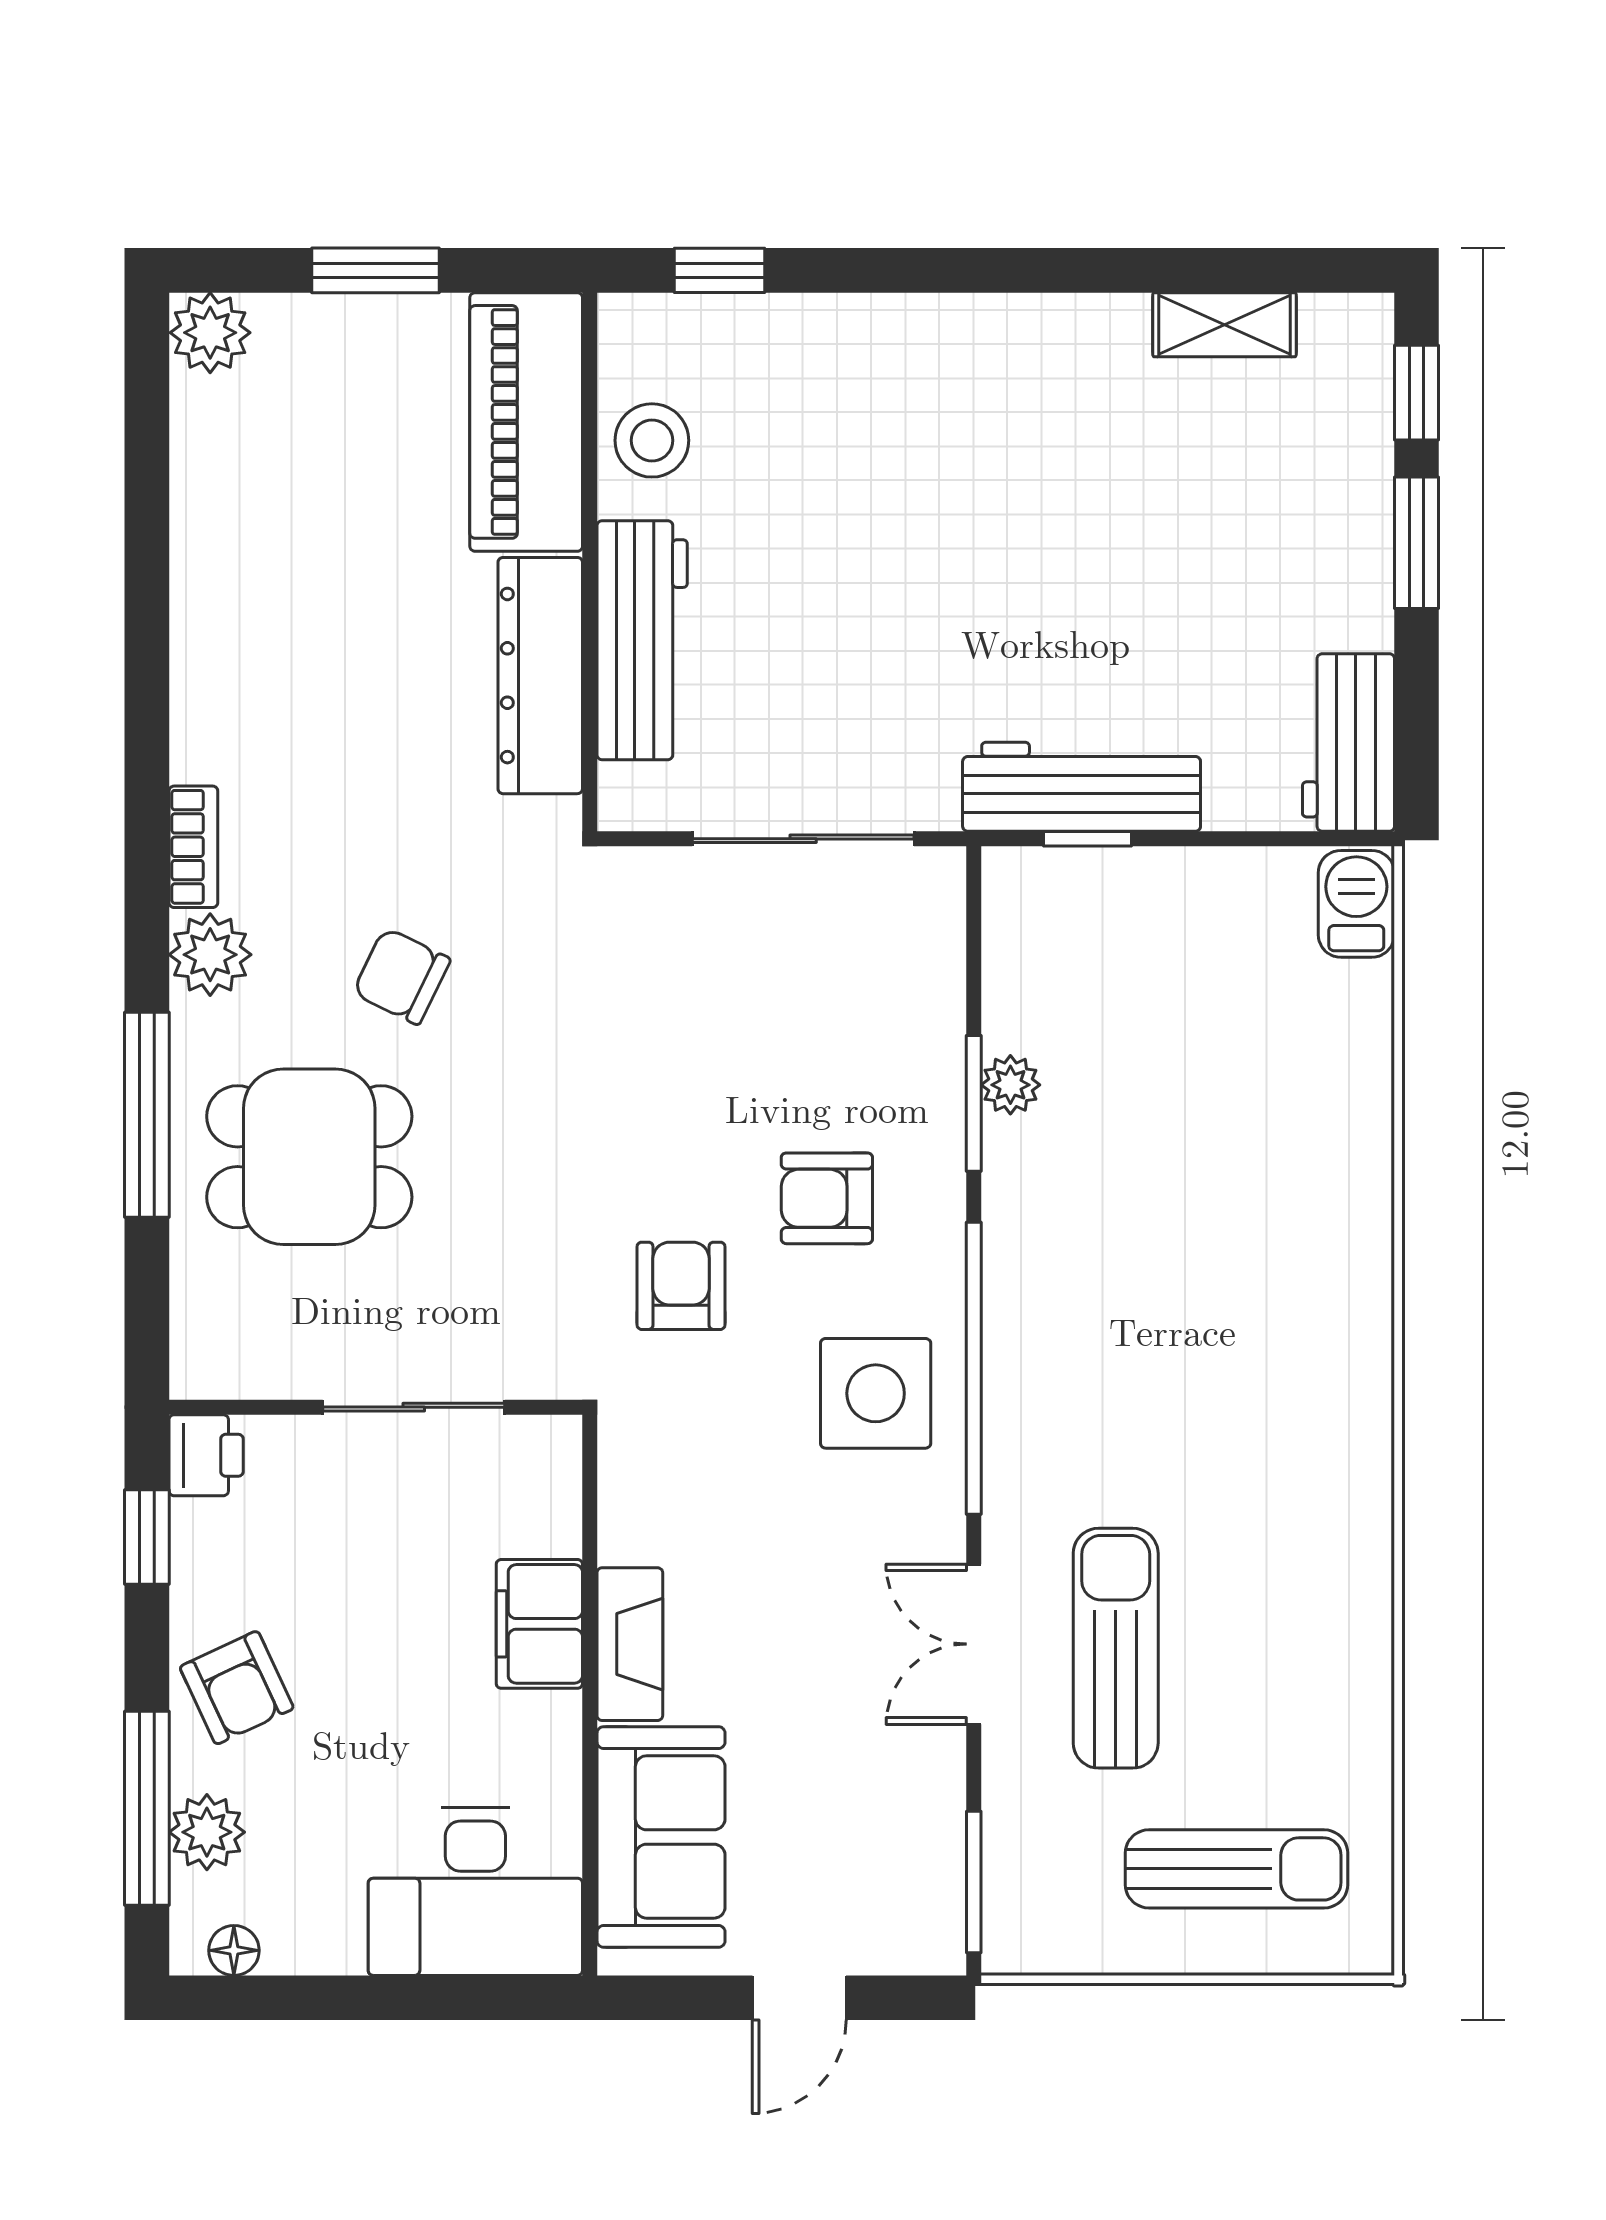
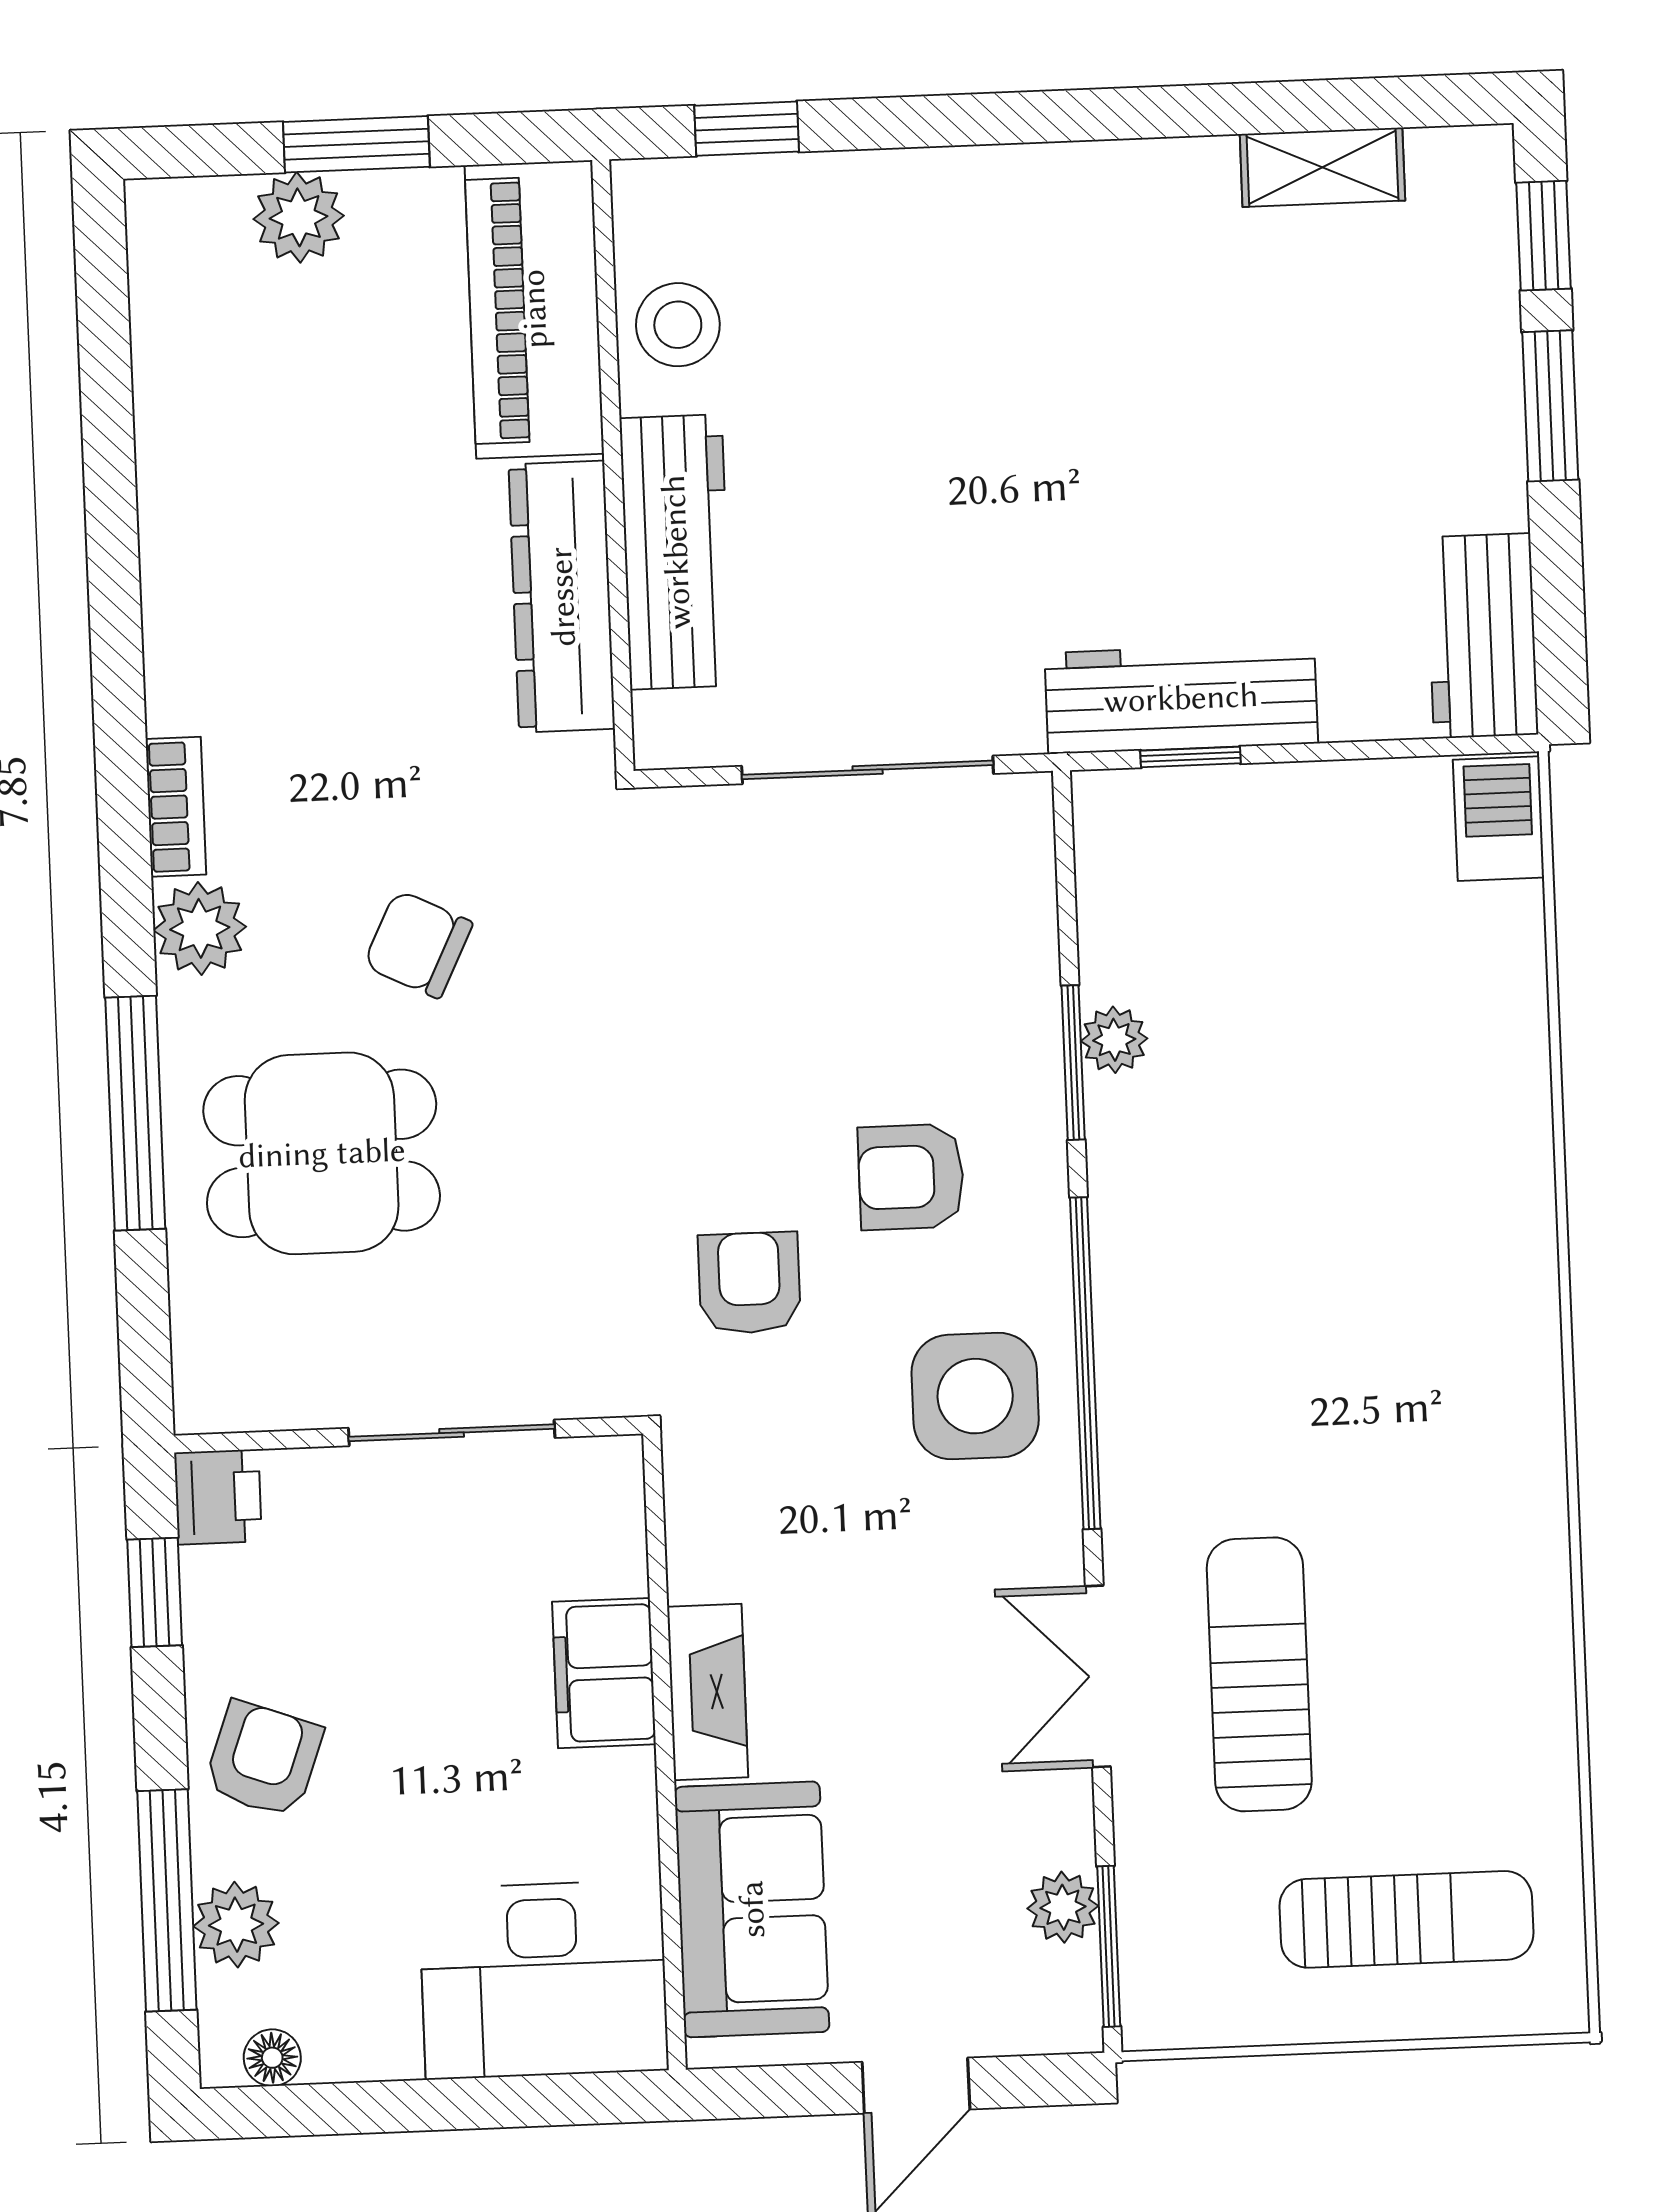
plant: (210, 333) -> (299, 217), moved
armchair: (237, 1688) -> (263, 1759), turned -135
plant: (935, 1846) -> (1063, 1907), added

